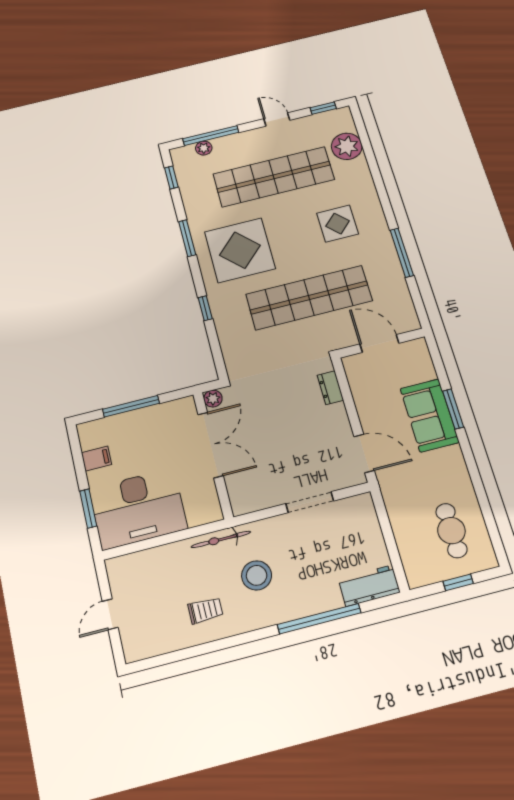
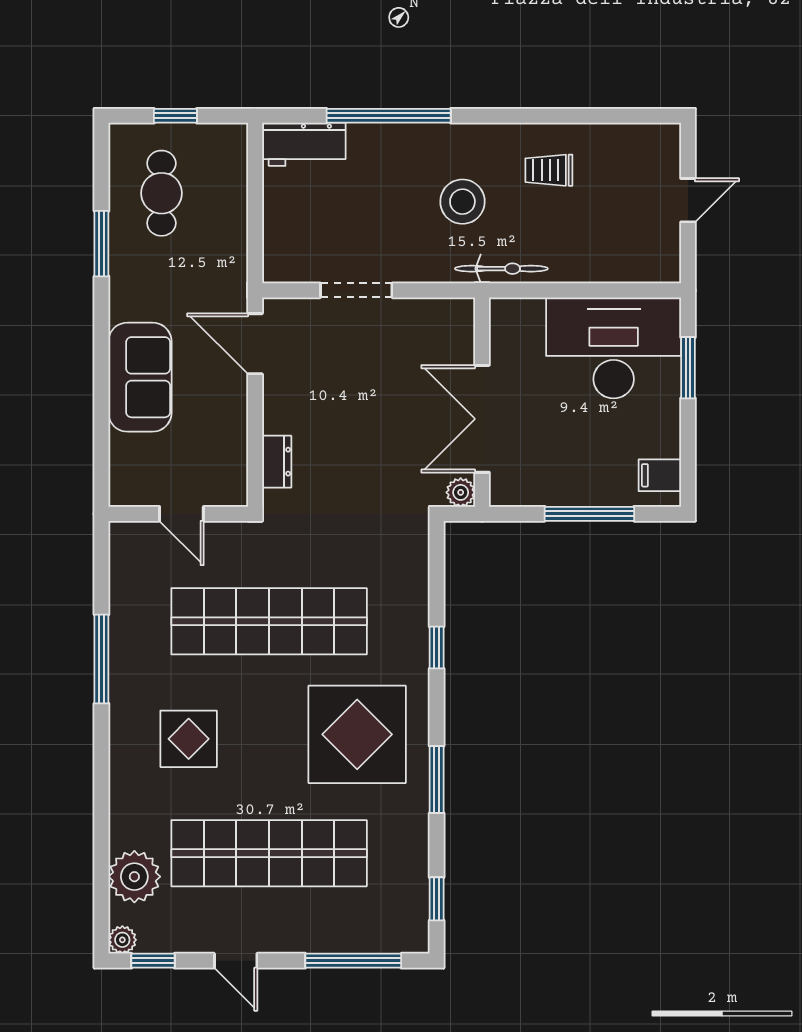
plant: (204, 148) -> (122, 940), moved
door: (379, 344) -> (181, 514), width x0.73
window: (453, 409) -> (101, 244), moved
filing cabinet: (96, 459) -> (660, 475), moved

